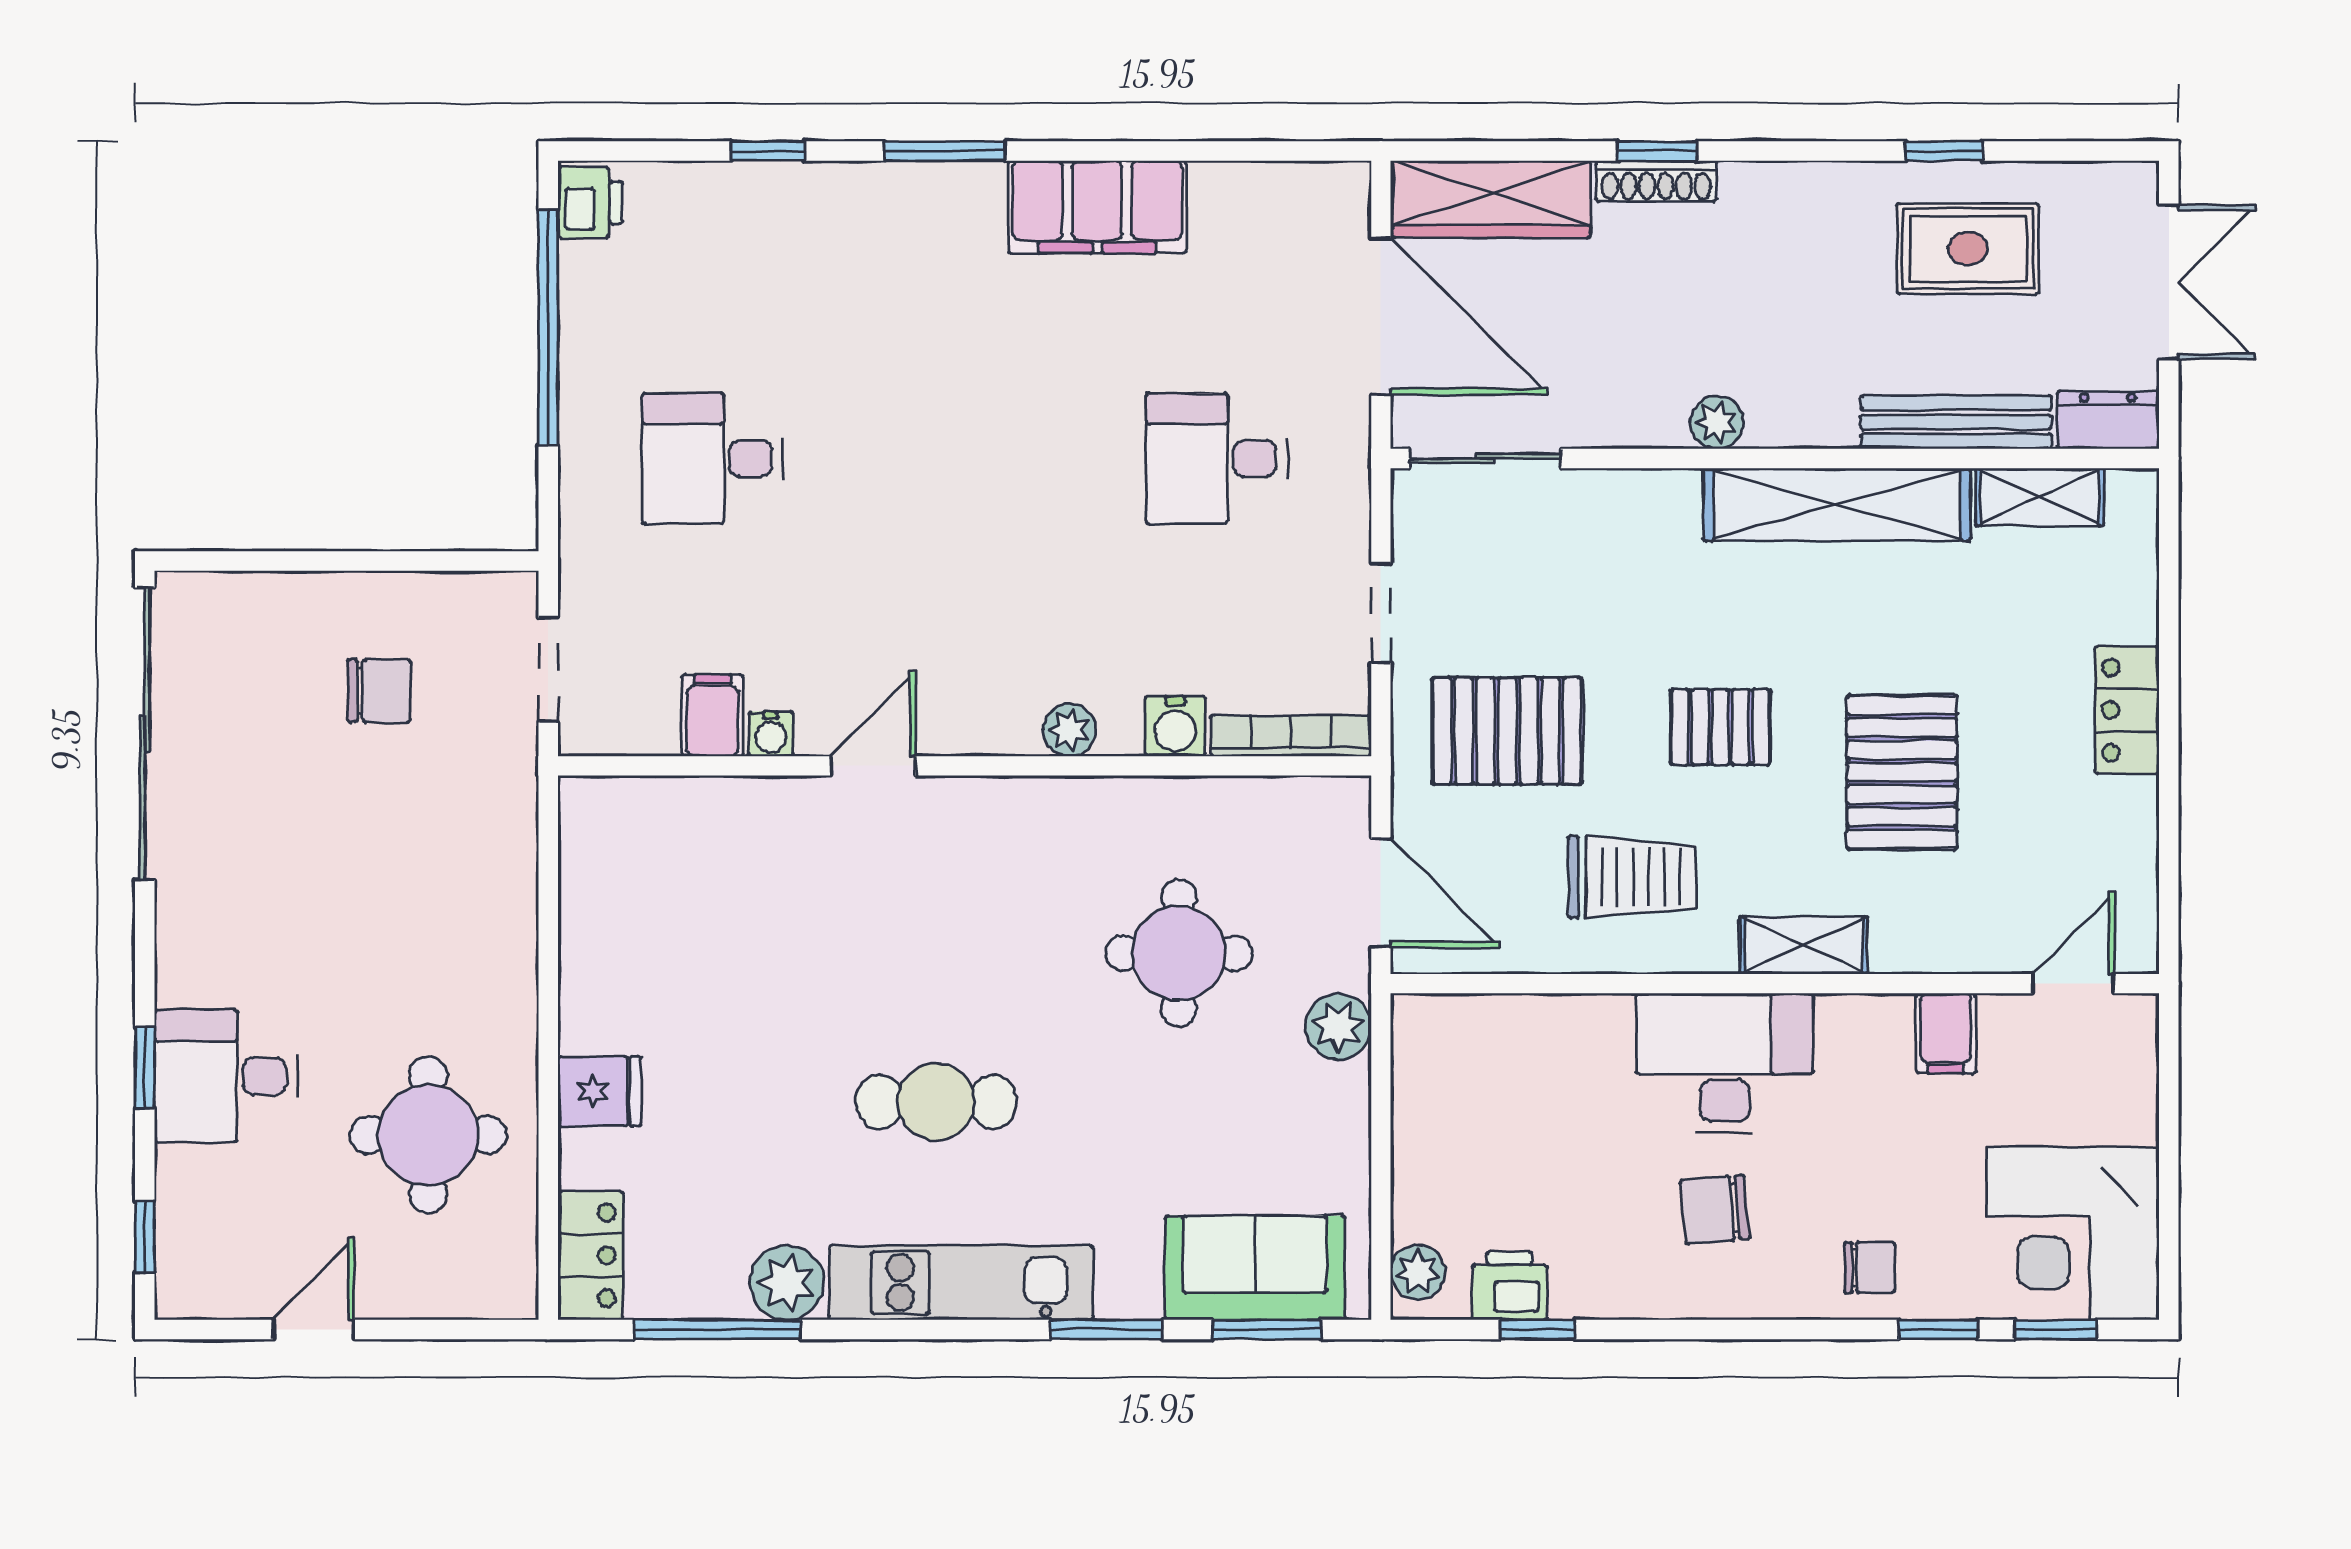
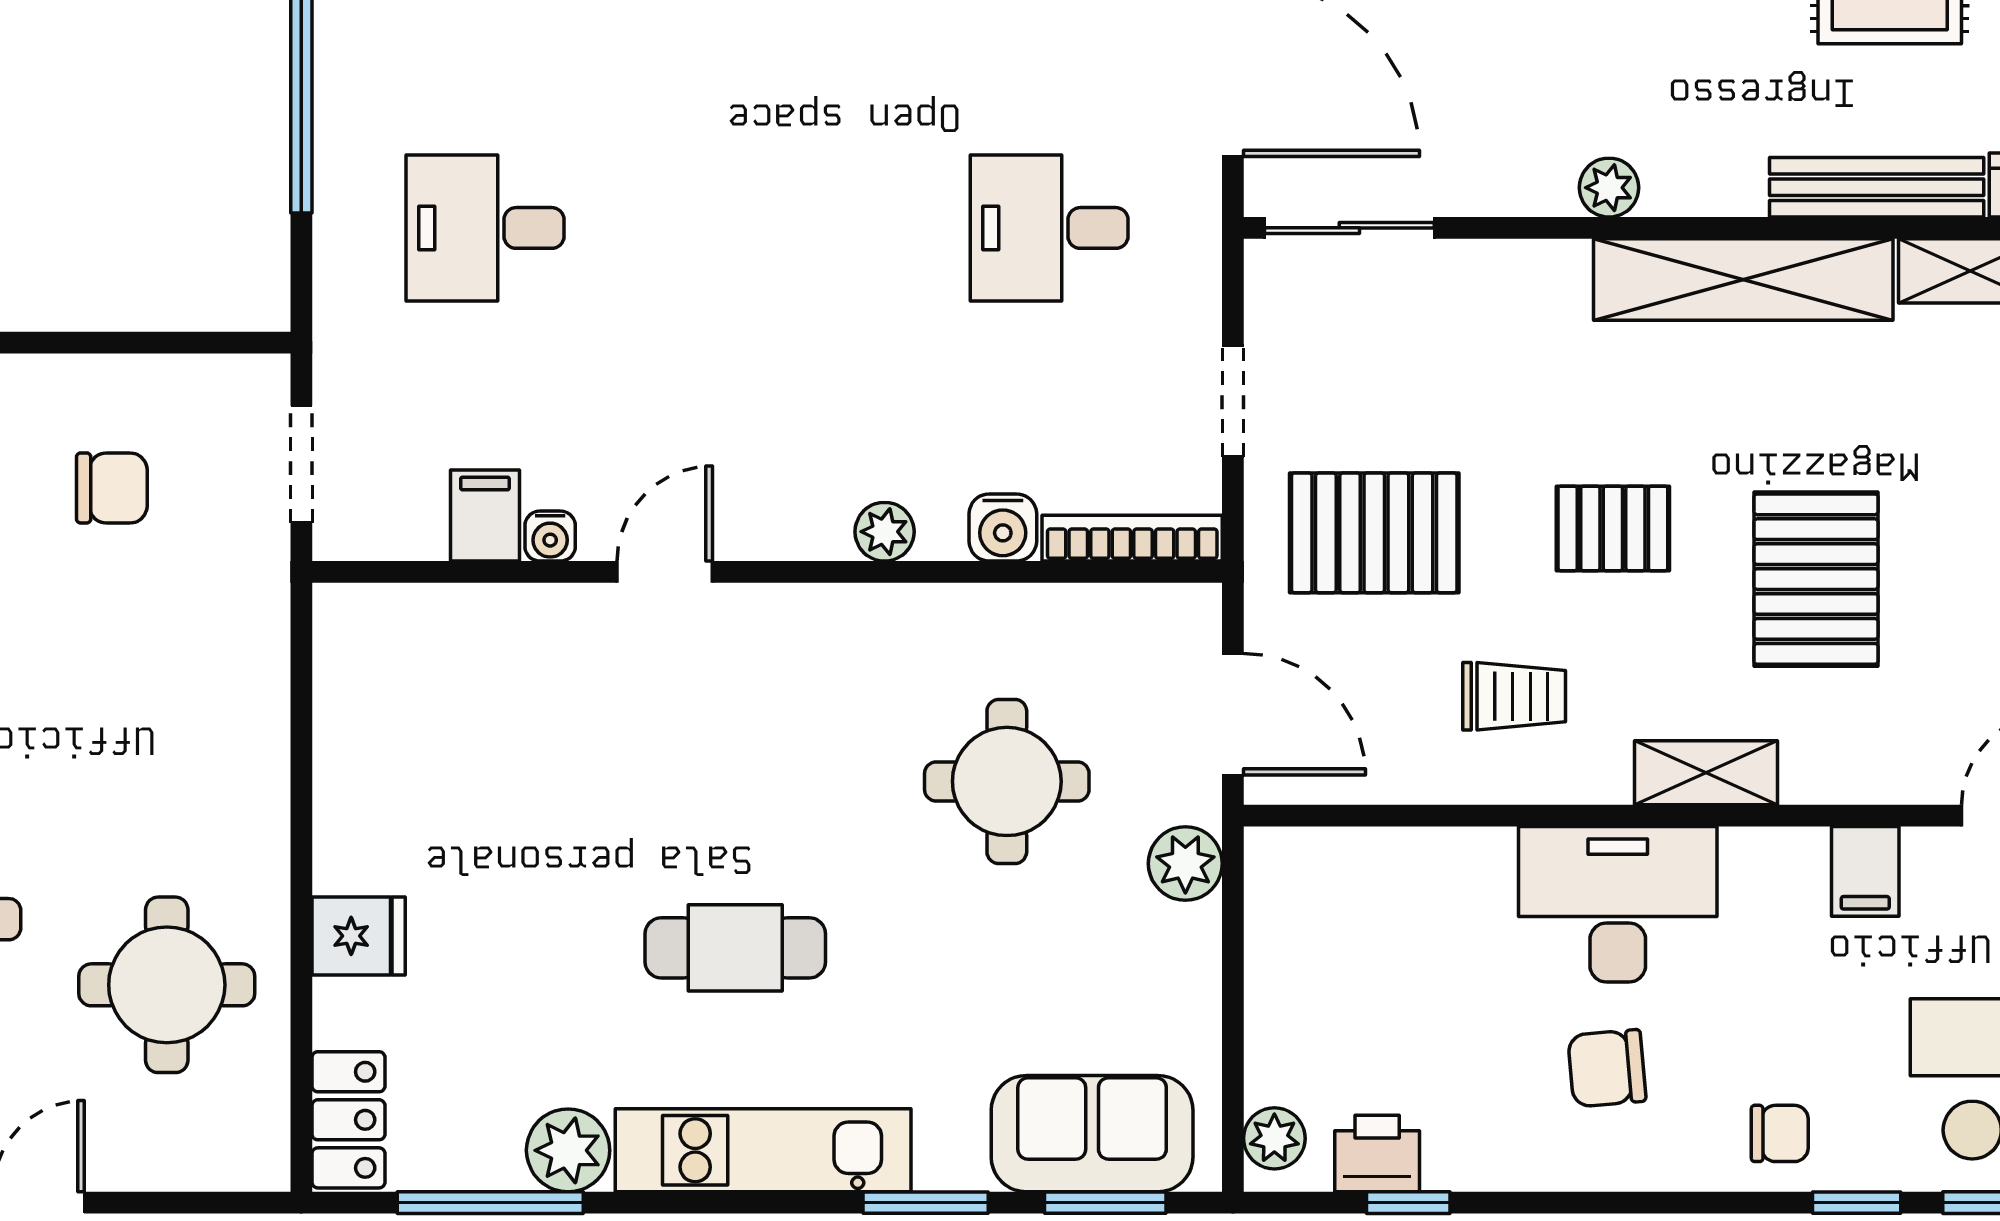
trolley: (1632, 877) -> (1514, 696), width x0.73, depth x0.72

